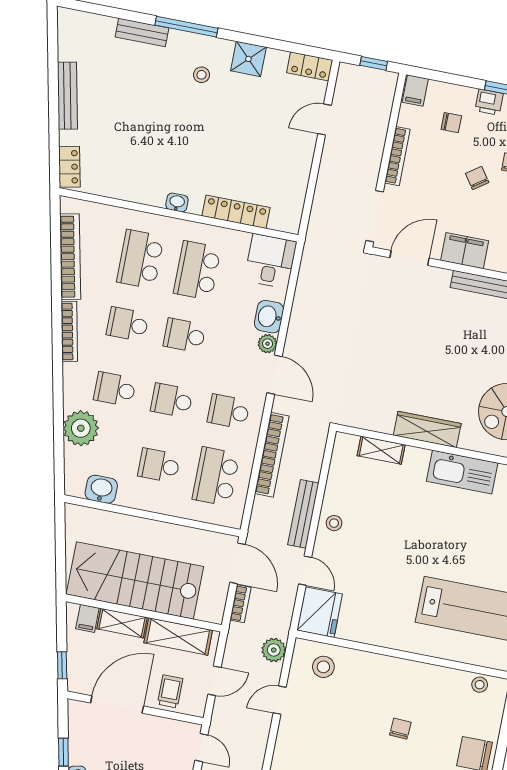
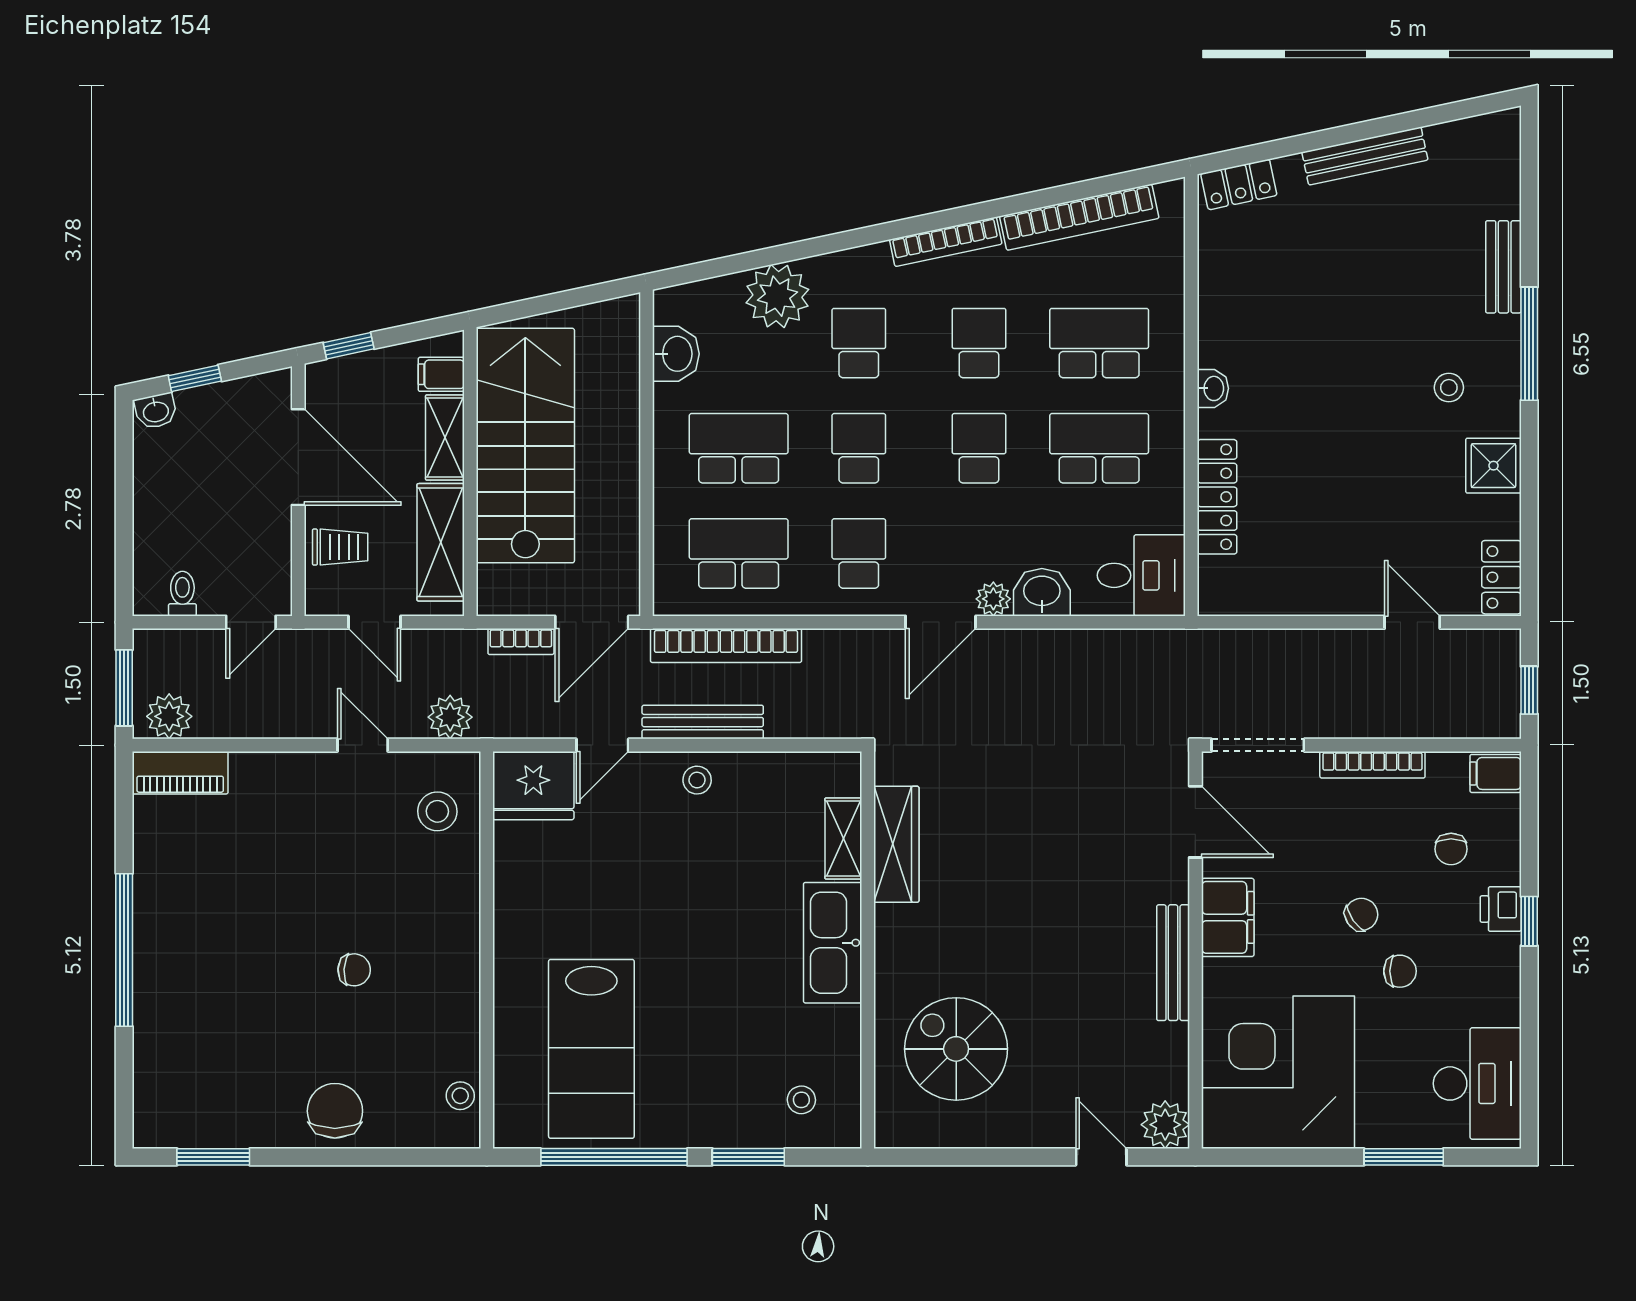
wardrobe: (427, 429) -> (896, 844), moved
bookcase: (272, 455) -> (726, 646), moved
school desk: (159, 465) -> (739, 448), width x1.85
kitchen sink: (462, 472) -> (833, 943), moved

